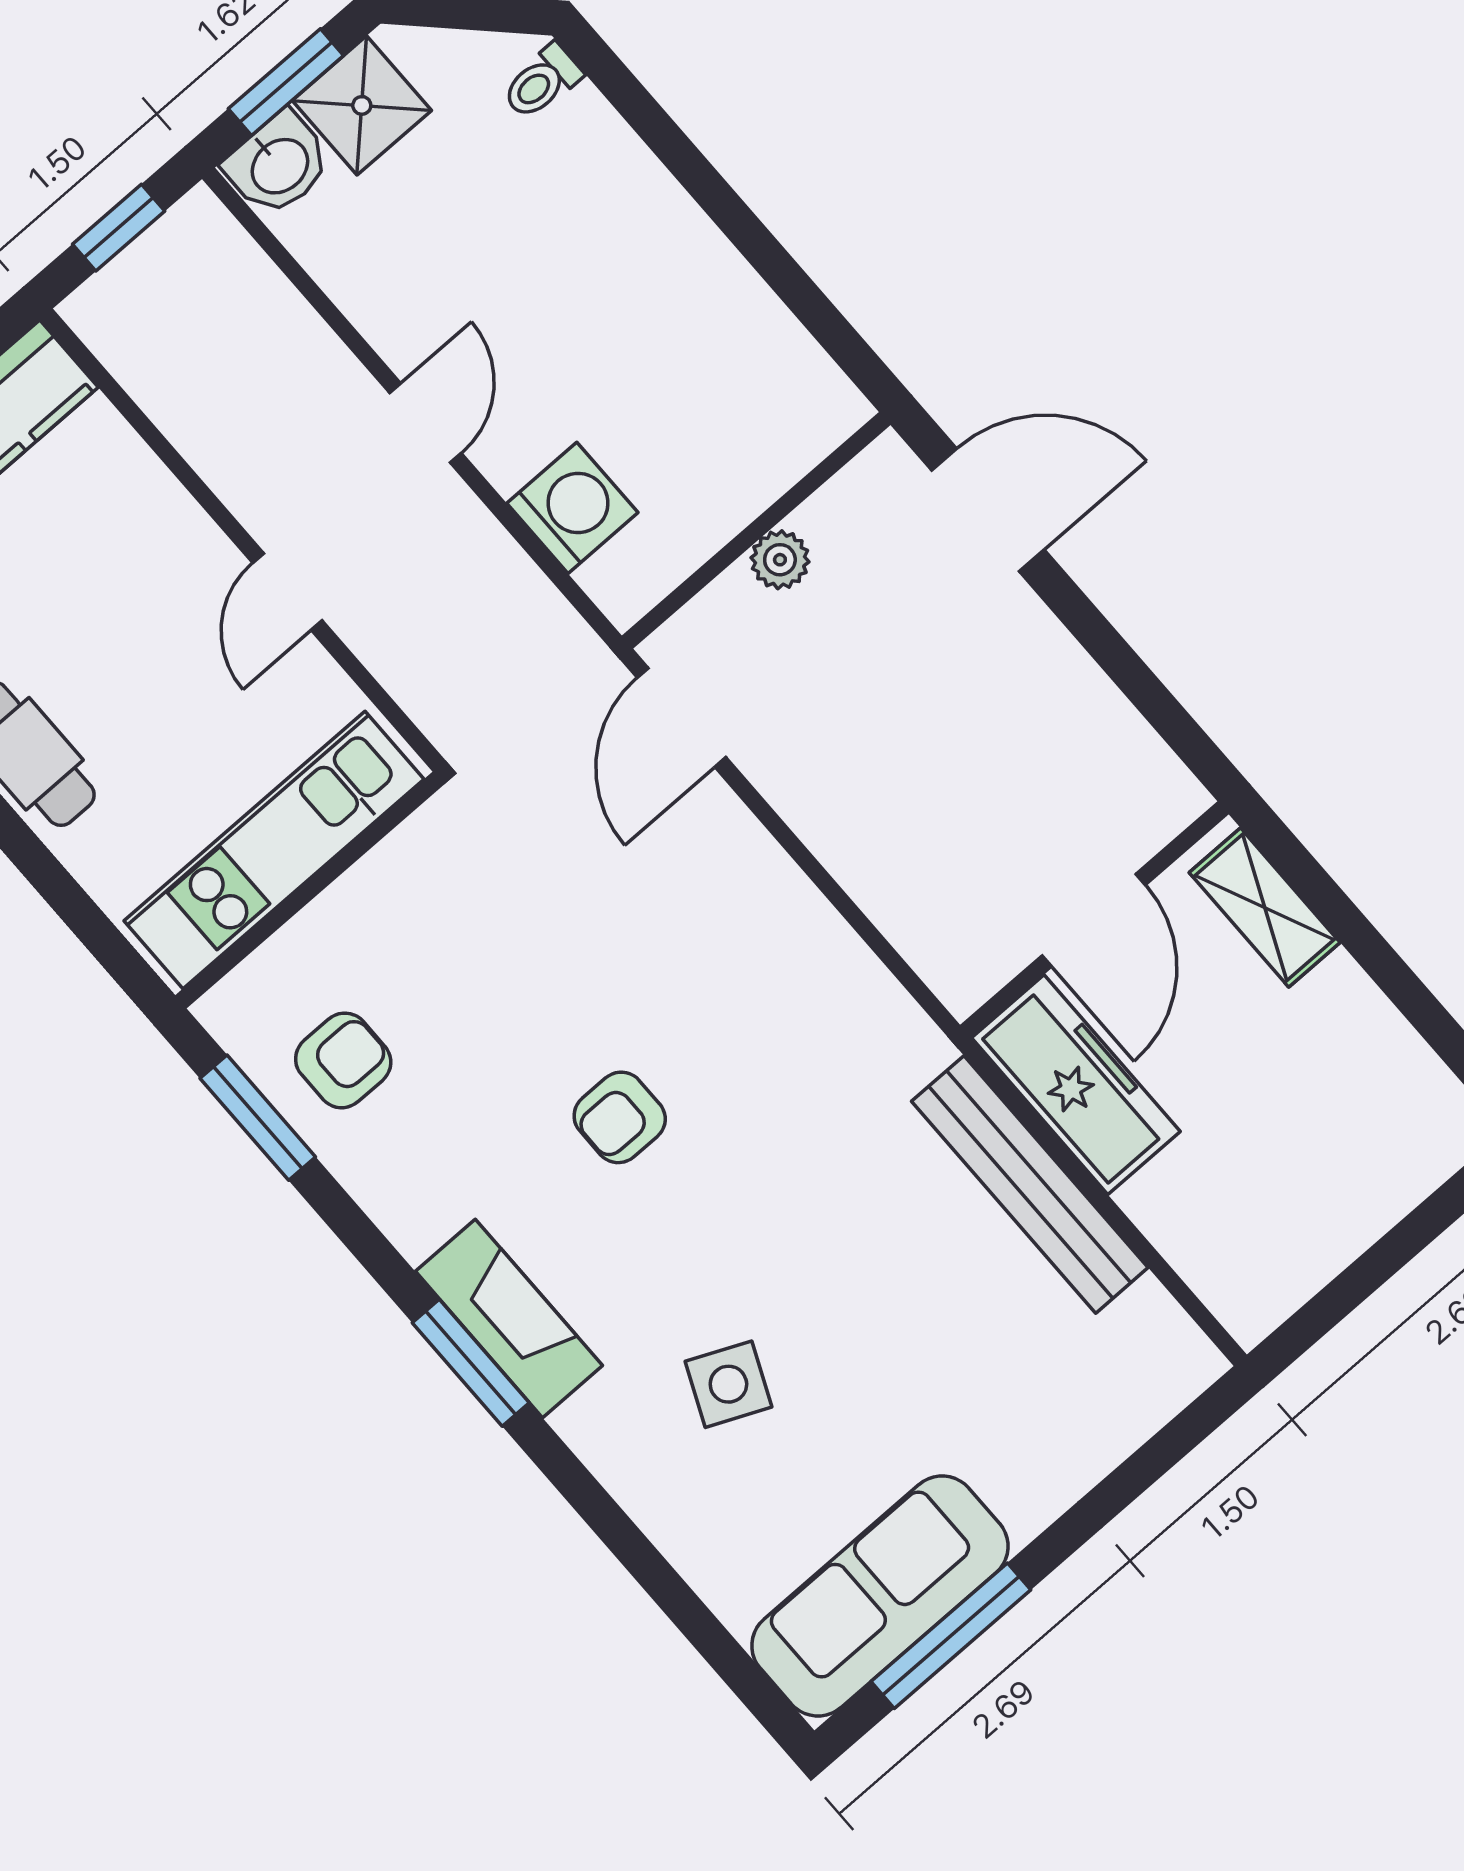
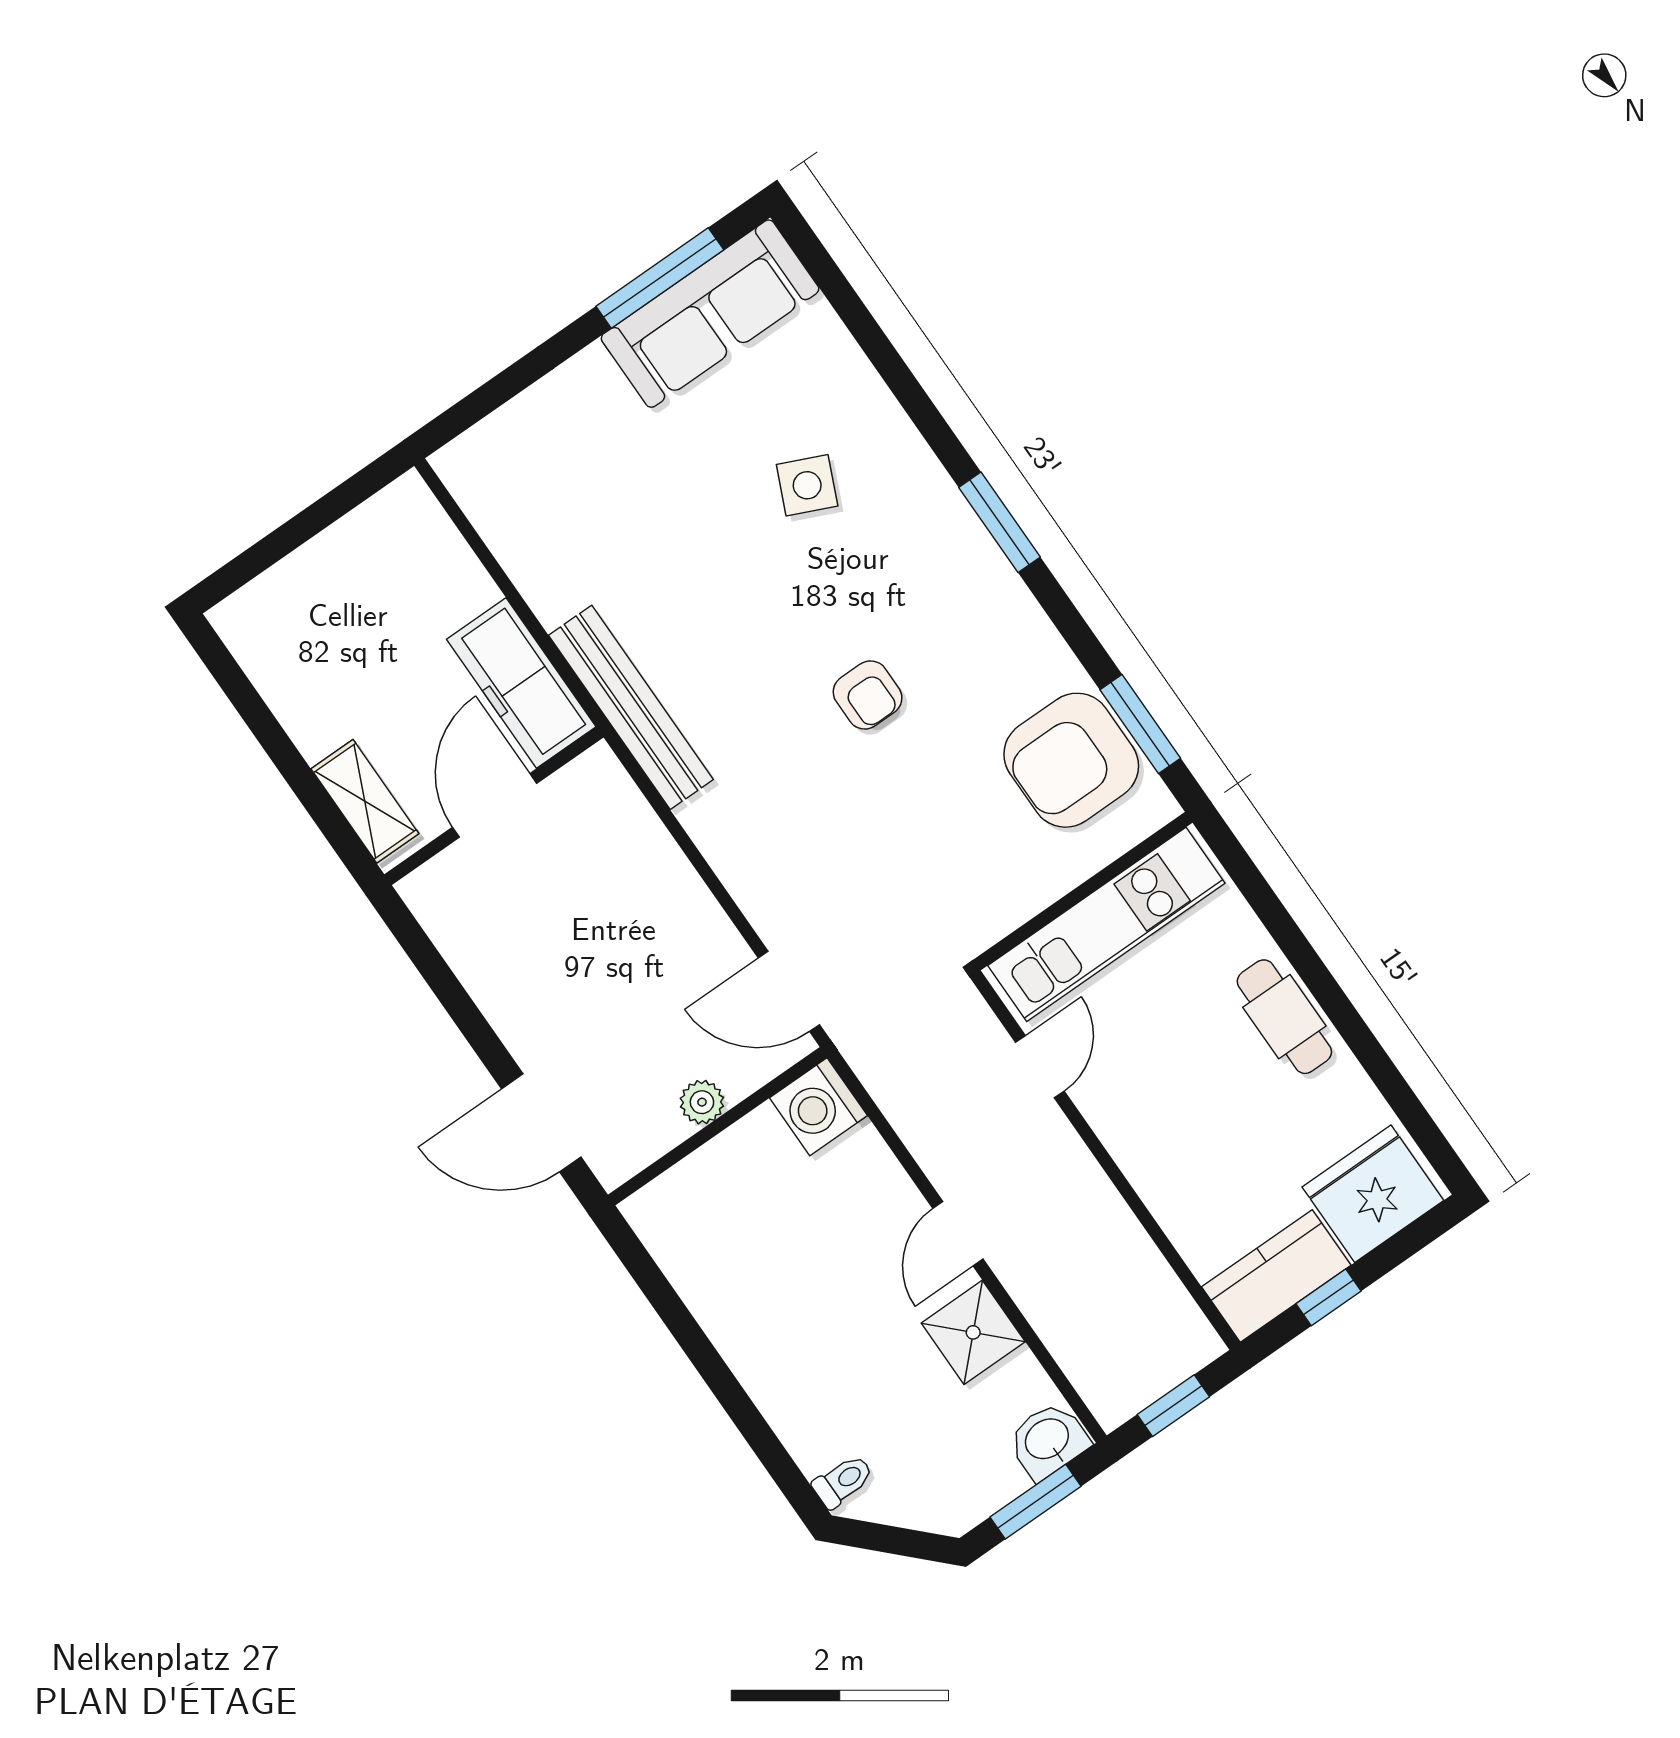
shower: (362, 105) -> (973, 1332), moved
washing machine: (572, 508) -> (818, 1107), moved
door: (287, 592) -> (1040, 1067), moved
door: (682, 717) -> (789, 991), swing flipped
armchair: (343, 1060) -> (1071, 760), width x1.88, depth x1.88
armchair: (620, 1117) -> (868, 695), turned 90
bench: (1030, 1184) -> (631, 707), moved
fireplace: (509, 1318) -> (967, 552), removed

